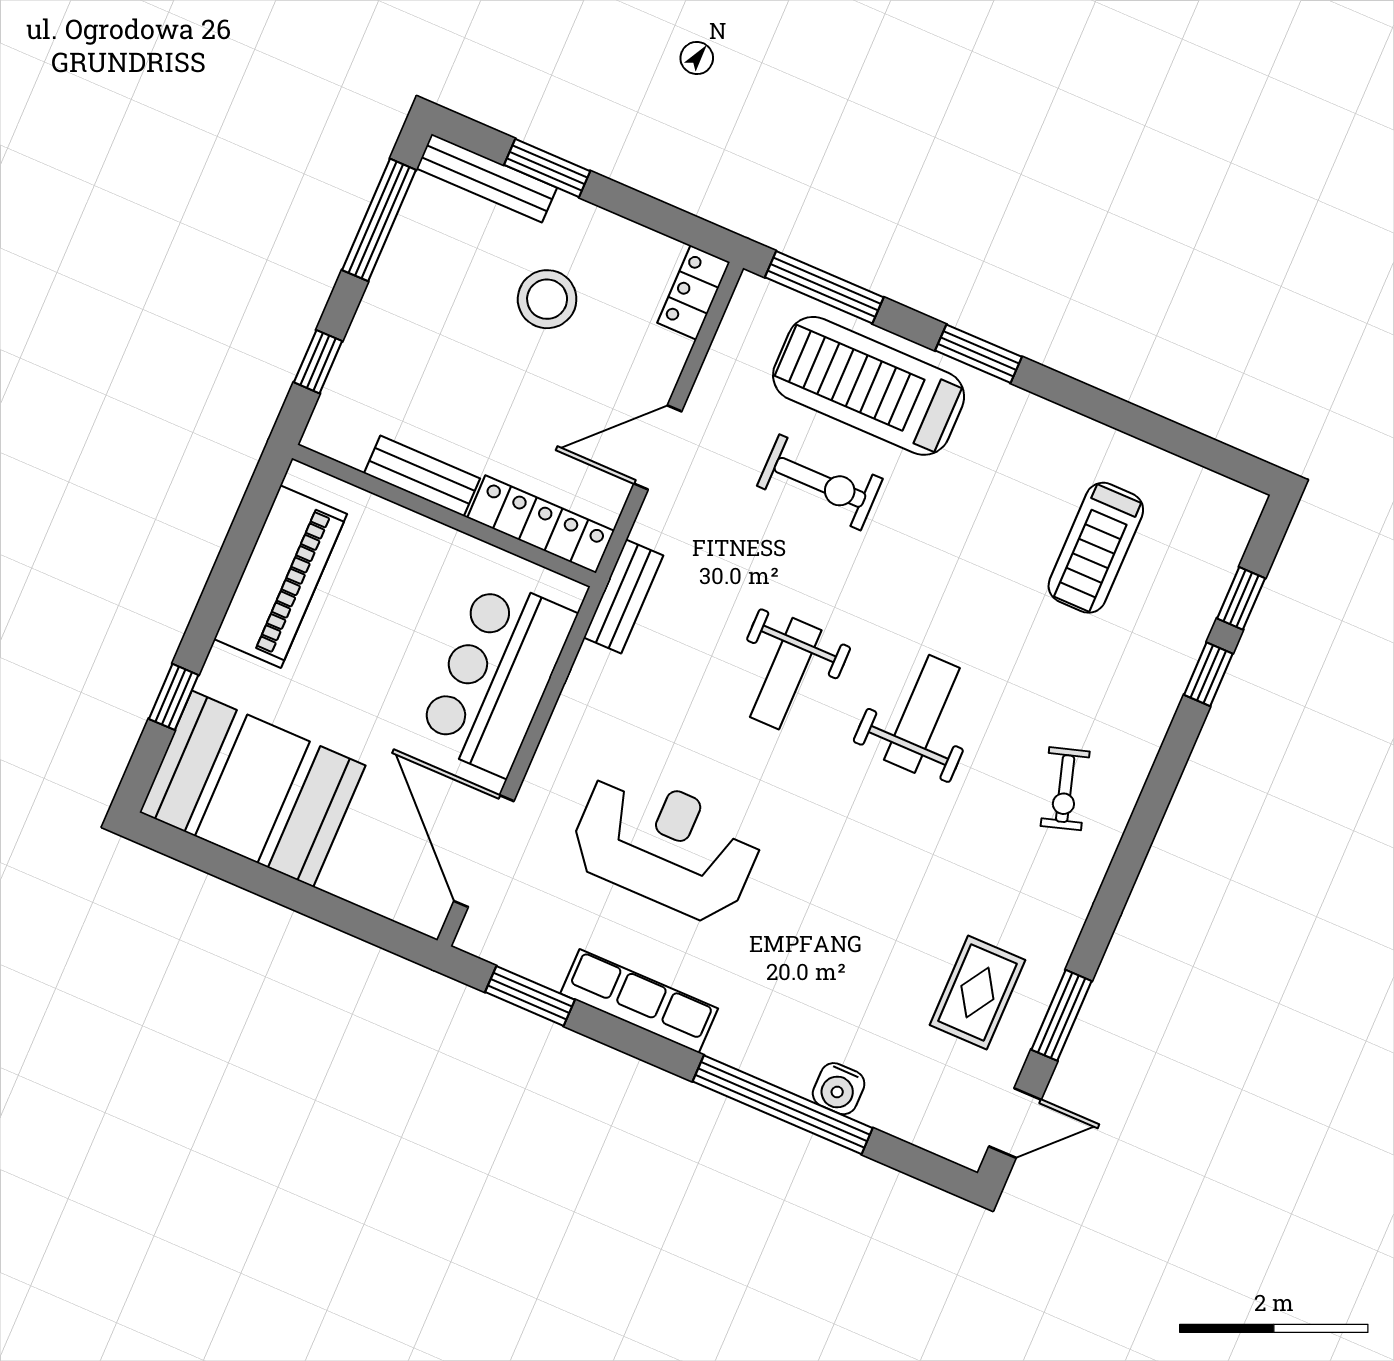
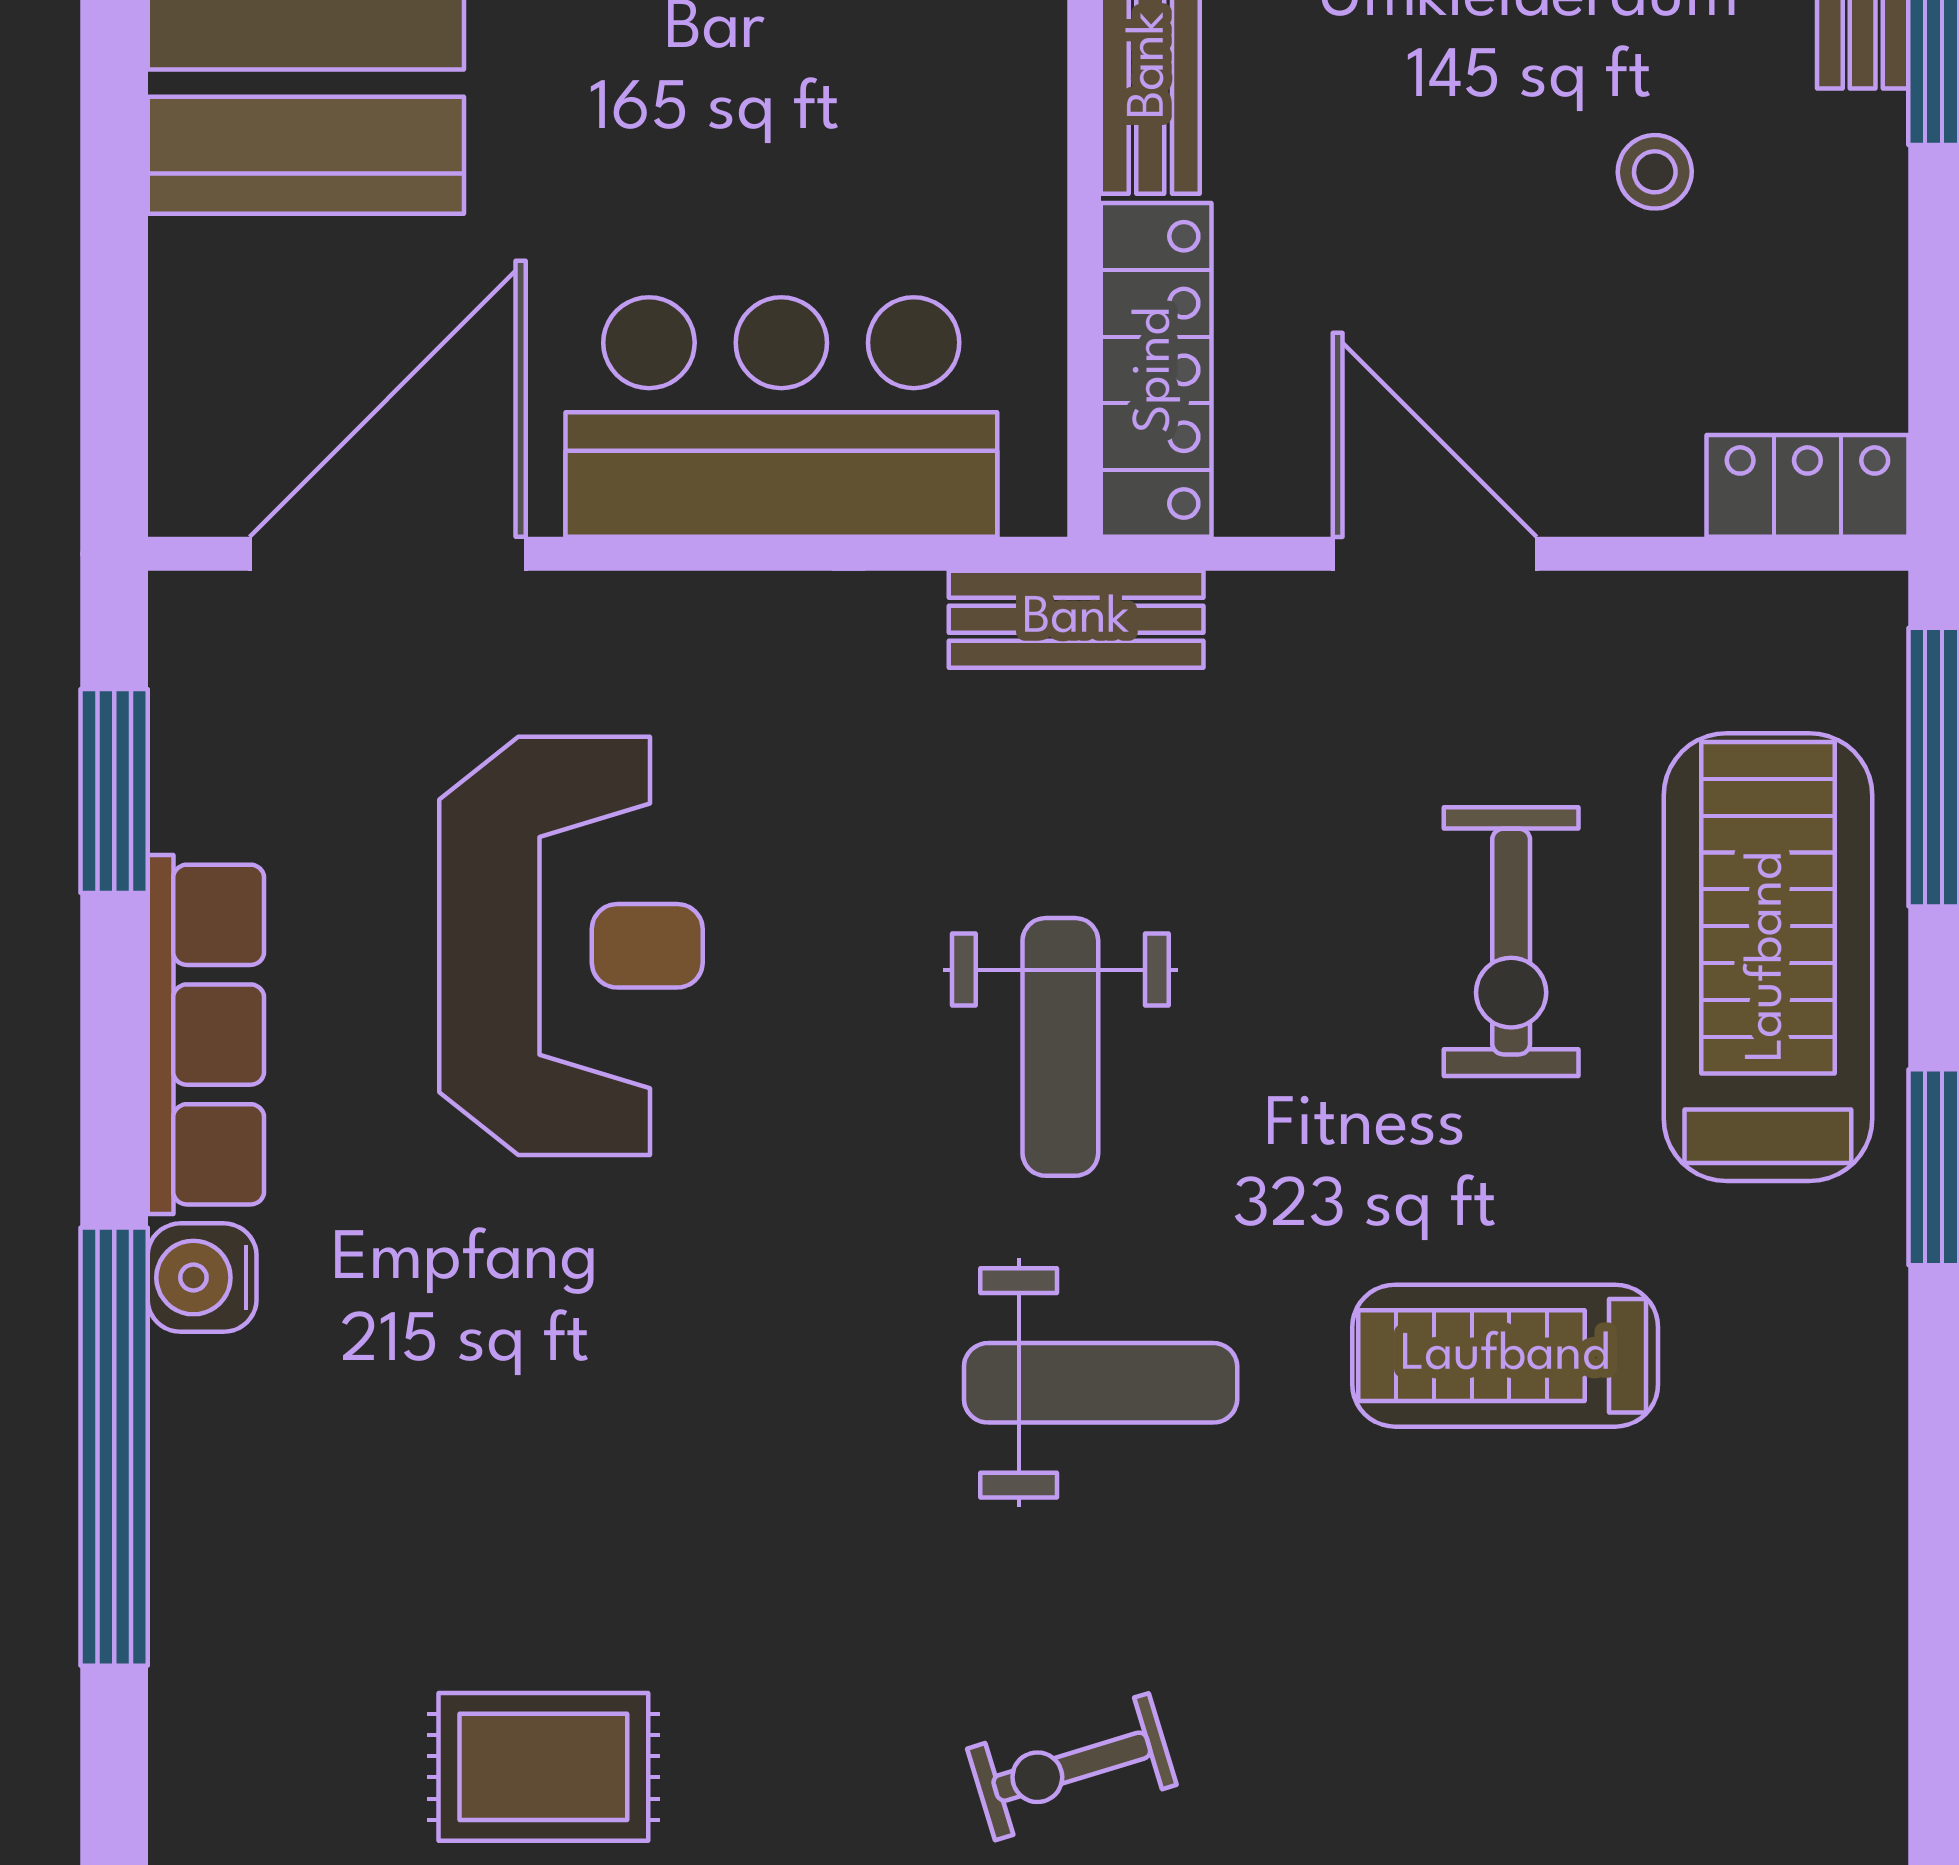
stool: (547, 299) -> (1655, 172), width x0.53, depth x0.53
treadmill: (1096, 548) -> (1505, 1356), moved
weight bench: (786, 674) -> (1060, 1047), turned -90
water cooler: (839, 1089) -> (202, 1278), moved

